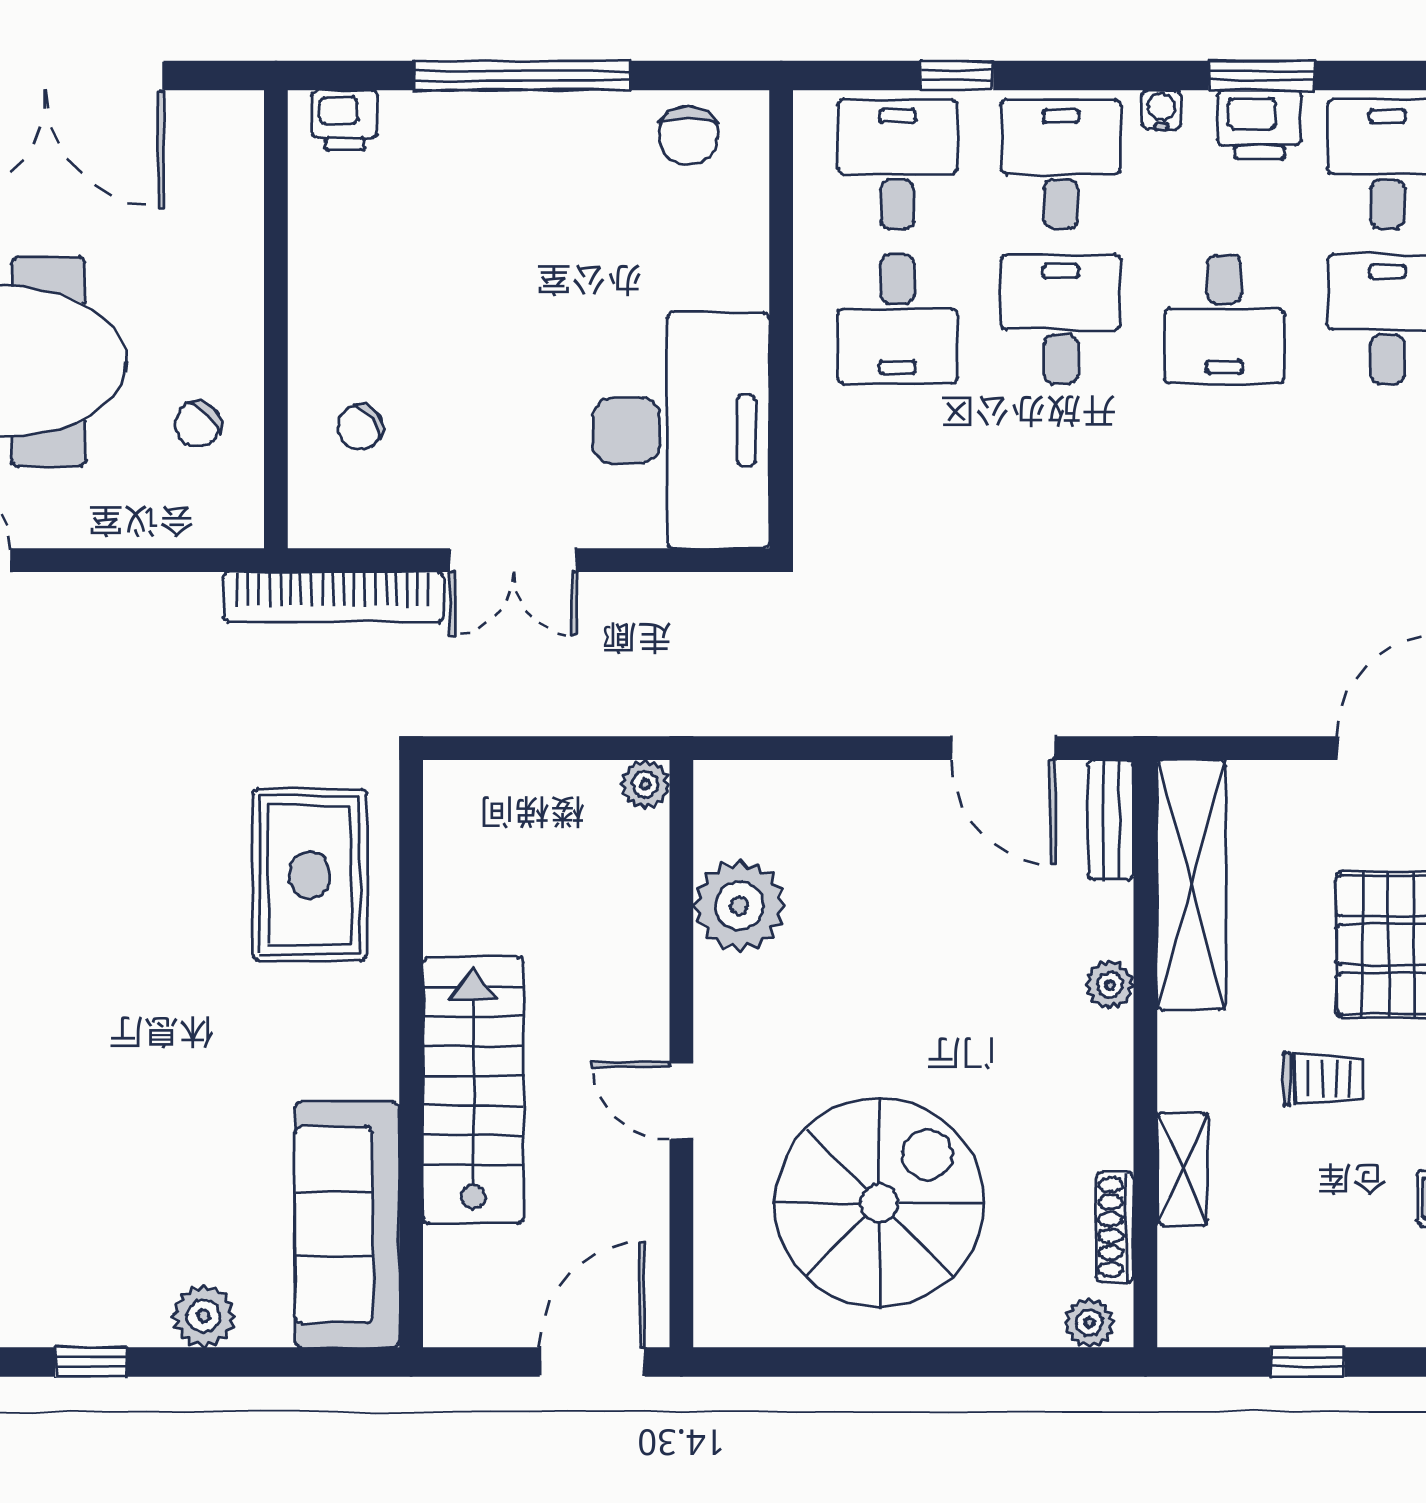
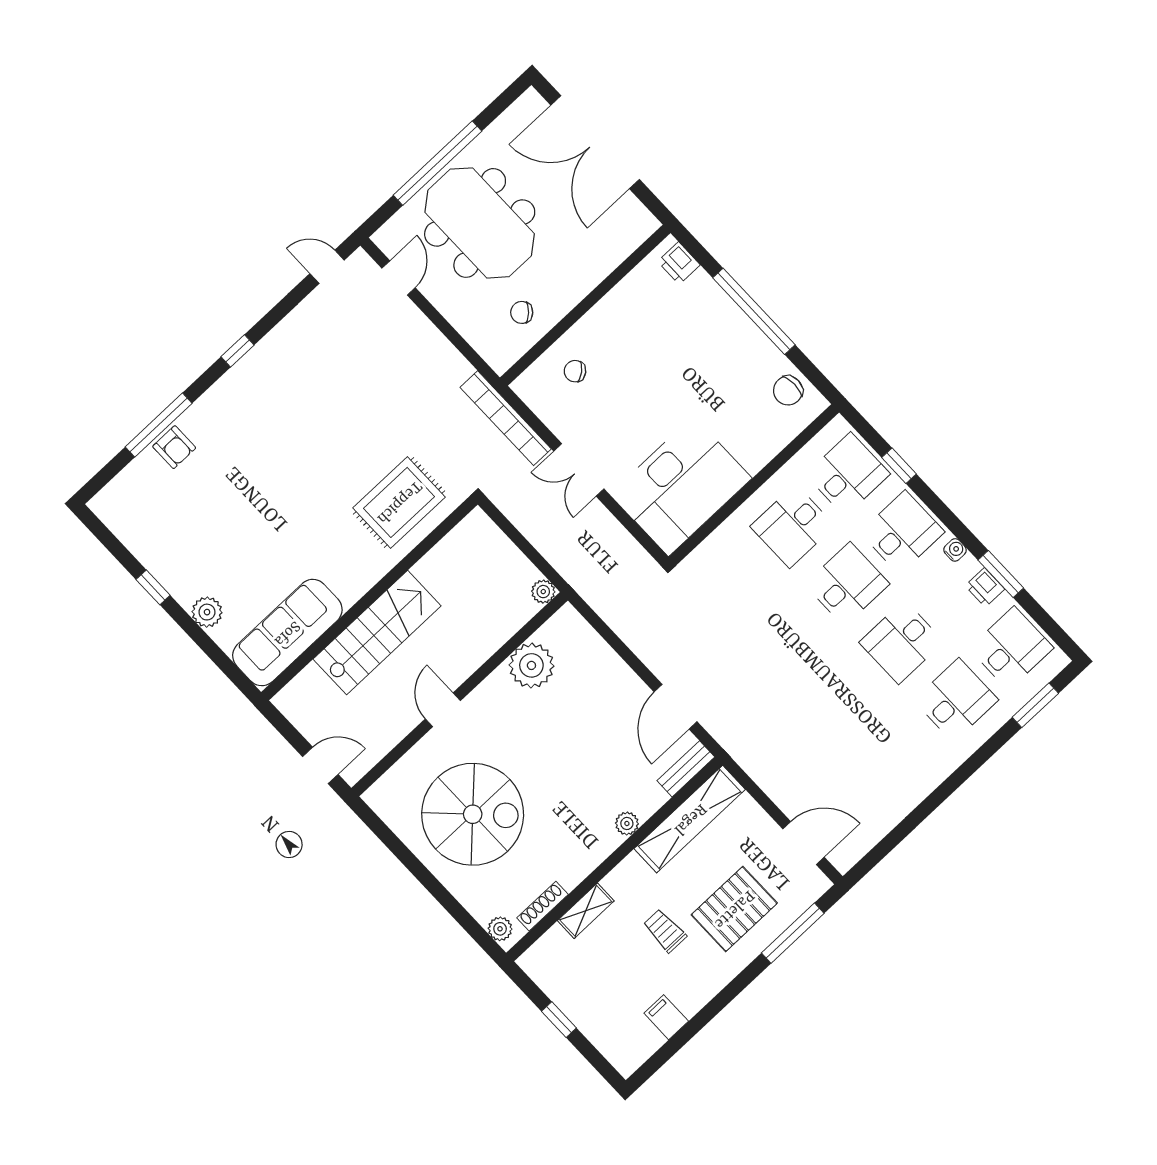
printer: (1259, 125) -> (985, 587), width x0.73, depth x0.81
trolley: (1323, 1079) -> (665, 931), turned 180
door: (592, 1362) -> (320, 765), width x0.73

